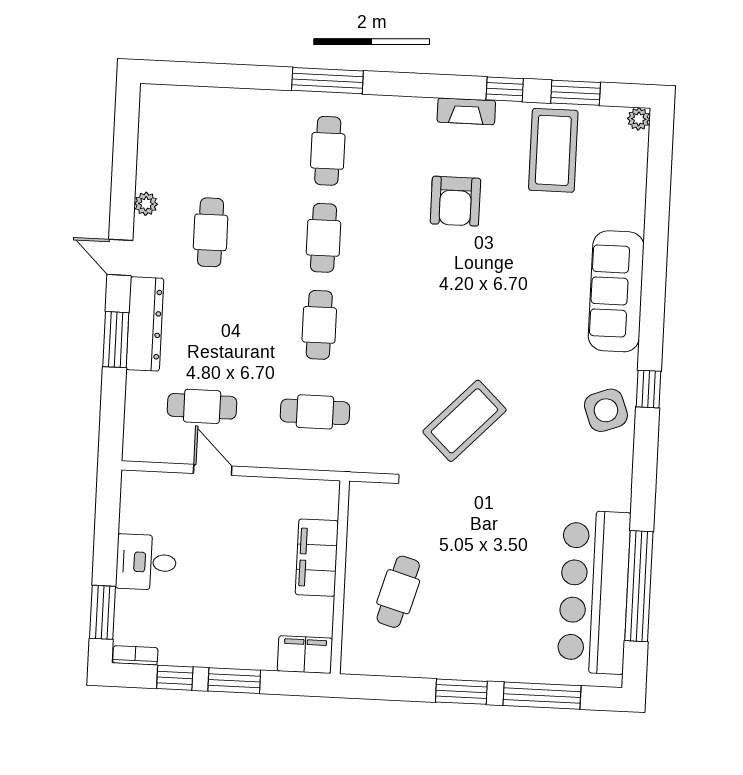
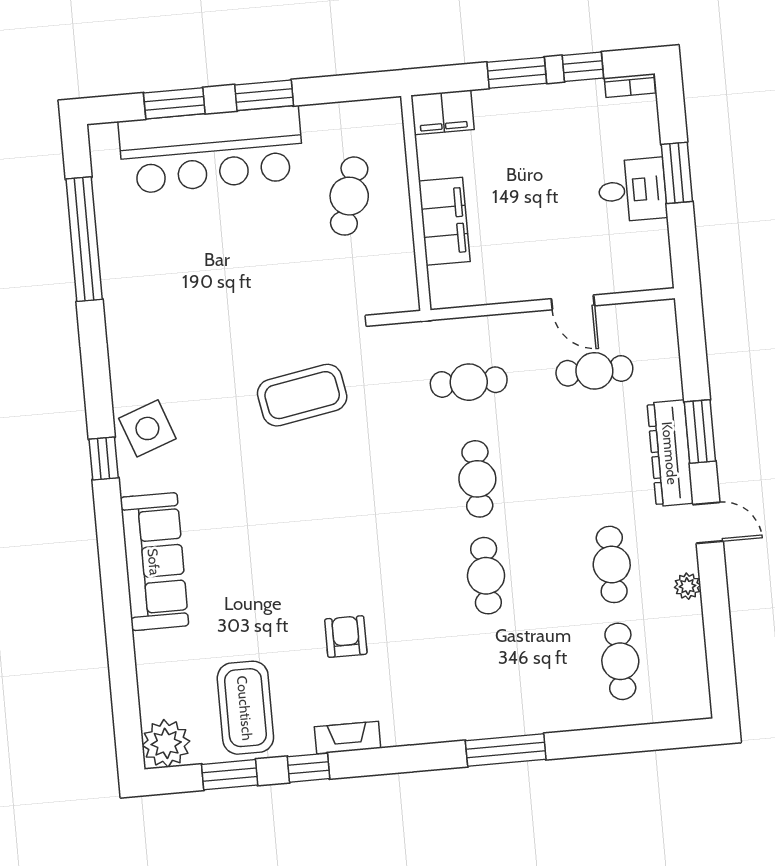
plant: (639, 119) -> (166, 743), width x1.87, depth x1.87
cafe table: (328, 151) -> (620, 661), moved
armchair: (455, 201) -> (346, 637), width x0.72, depth x0.72
coffee table: (464, 421) -> (302, 395), turned 36
bar counter: (594, 592) -> (211, 150), moved, turned 90
window: (103, 612) -> (677, 173), moved
window: (542, 696) -> (174, 103), width x0.69

